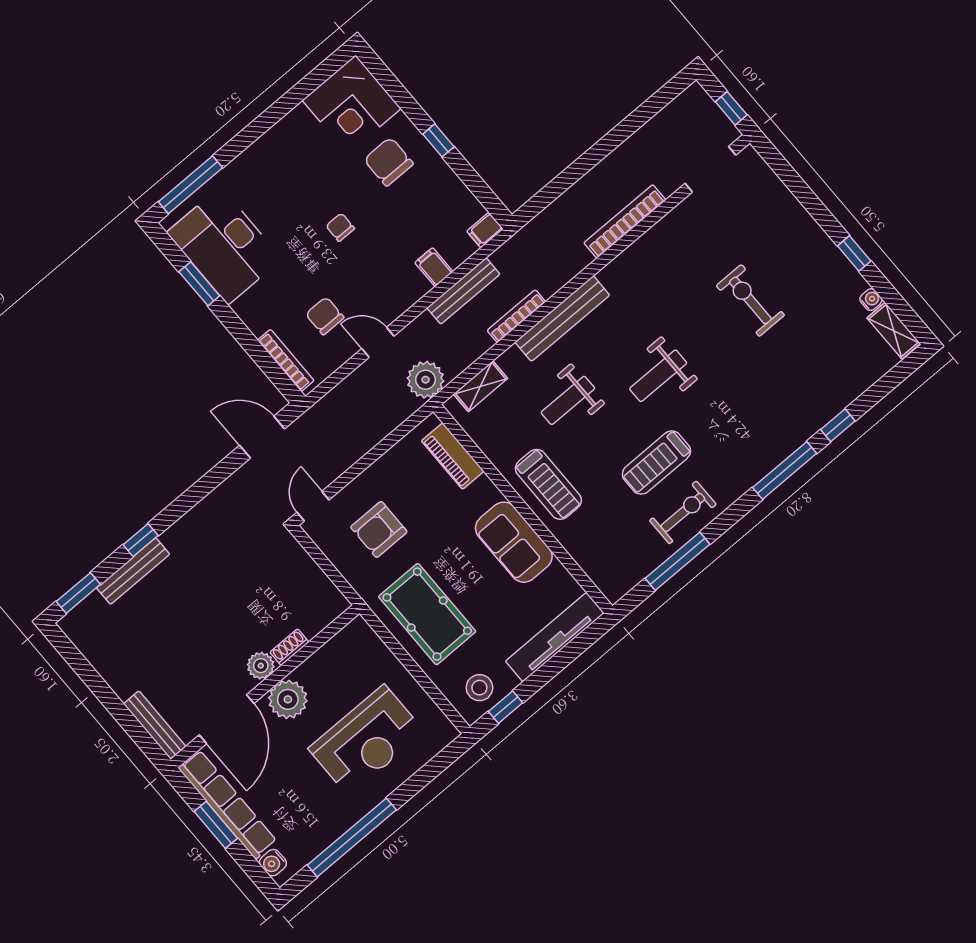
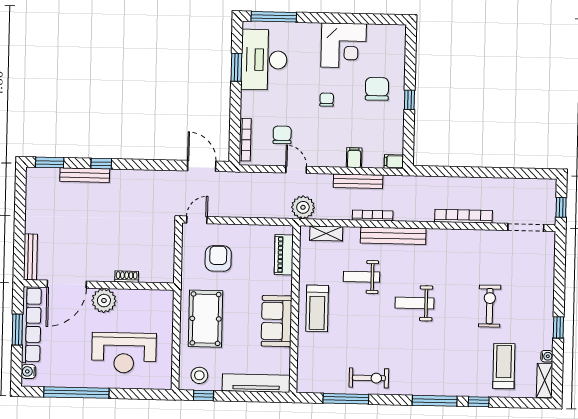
corner desk: (352, 104) -> (344, 45), moved, turned -90
treadmill: (656, 463) -> (504, 366), moved, turned 90
armchair: (379, 529) -> (218, 258), turned 90
plant: (261, 666) -> (105, 273), removed

